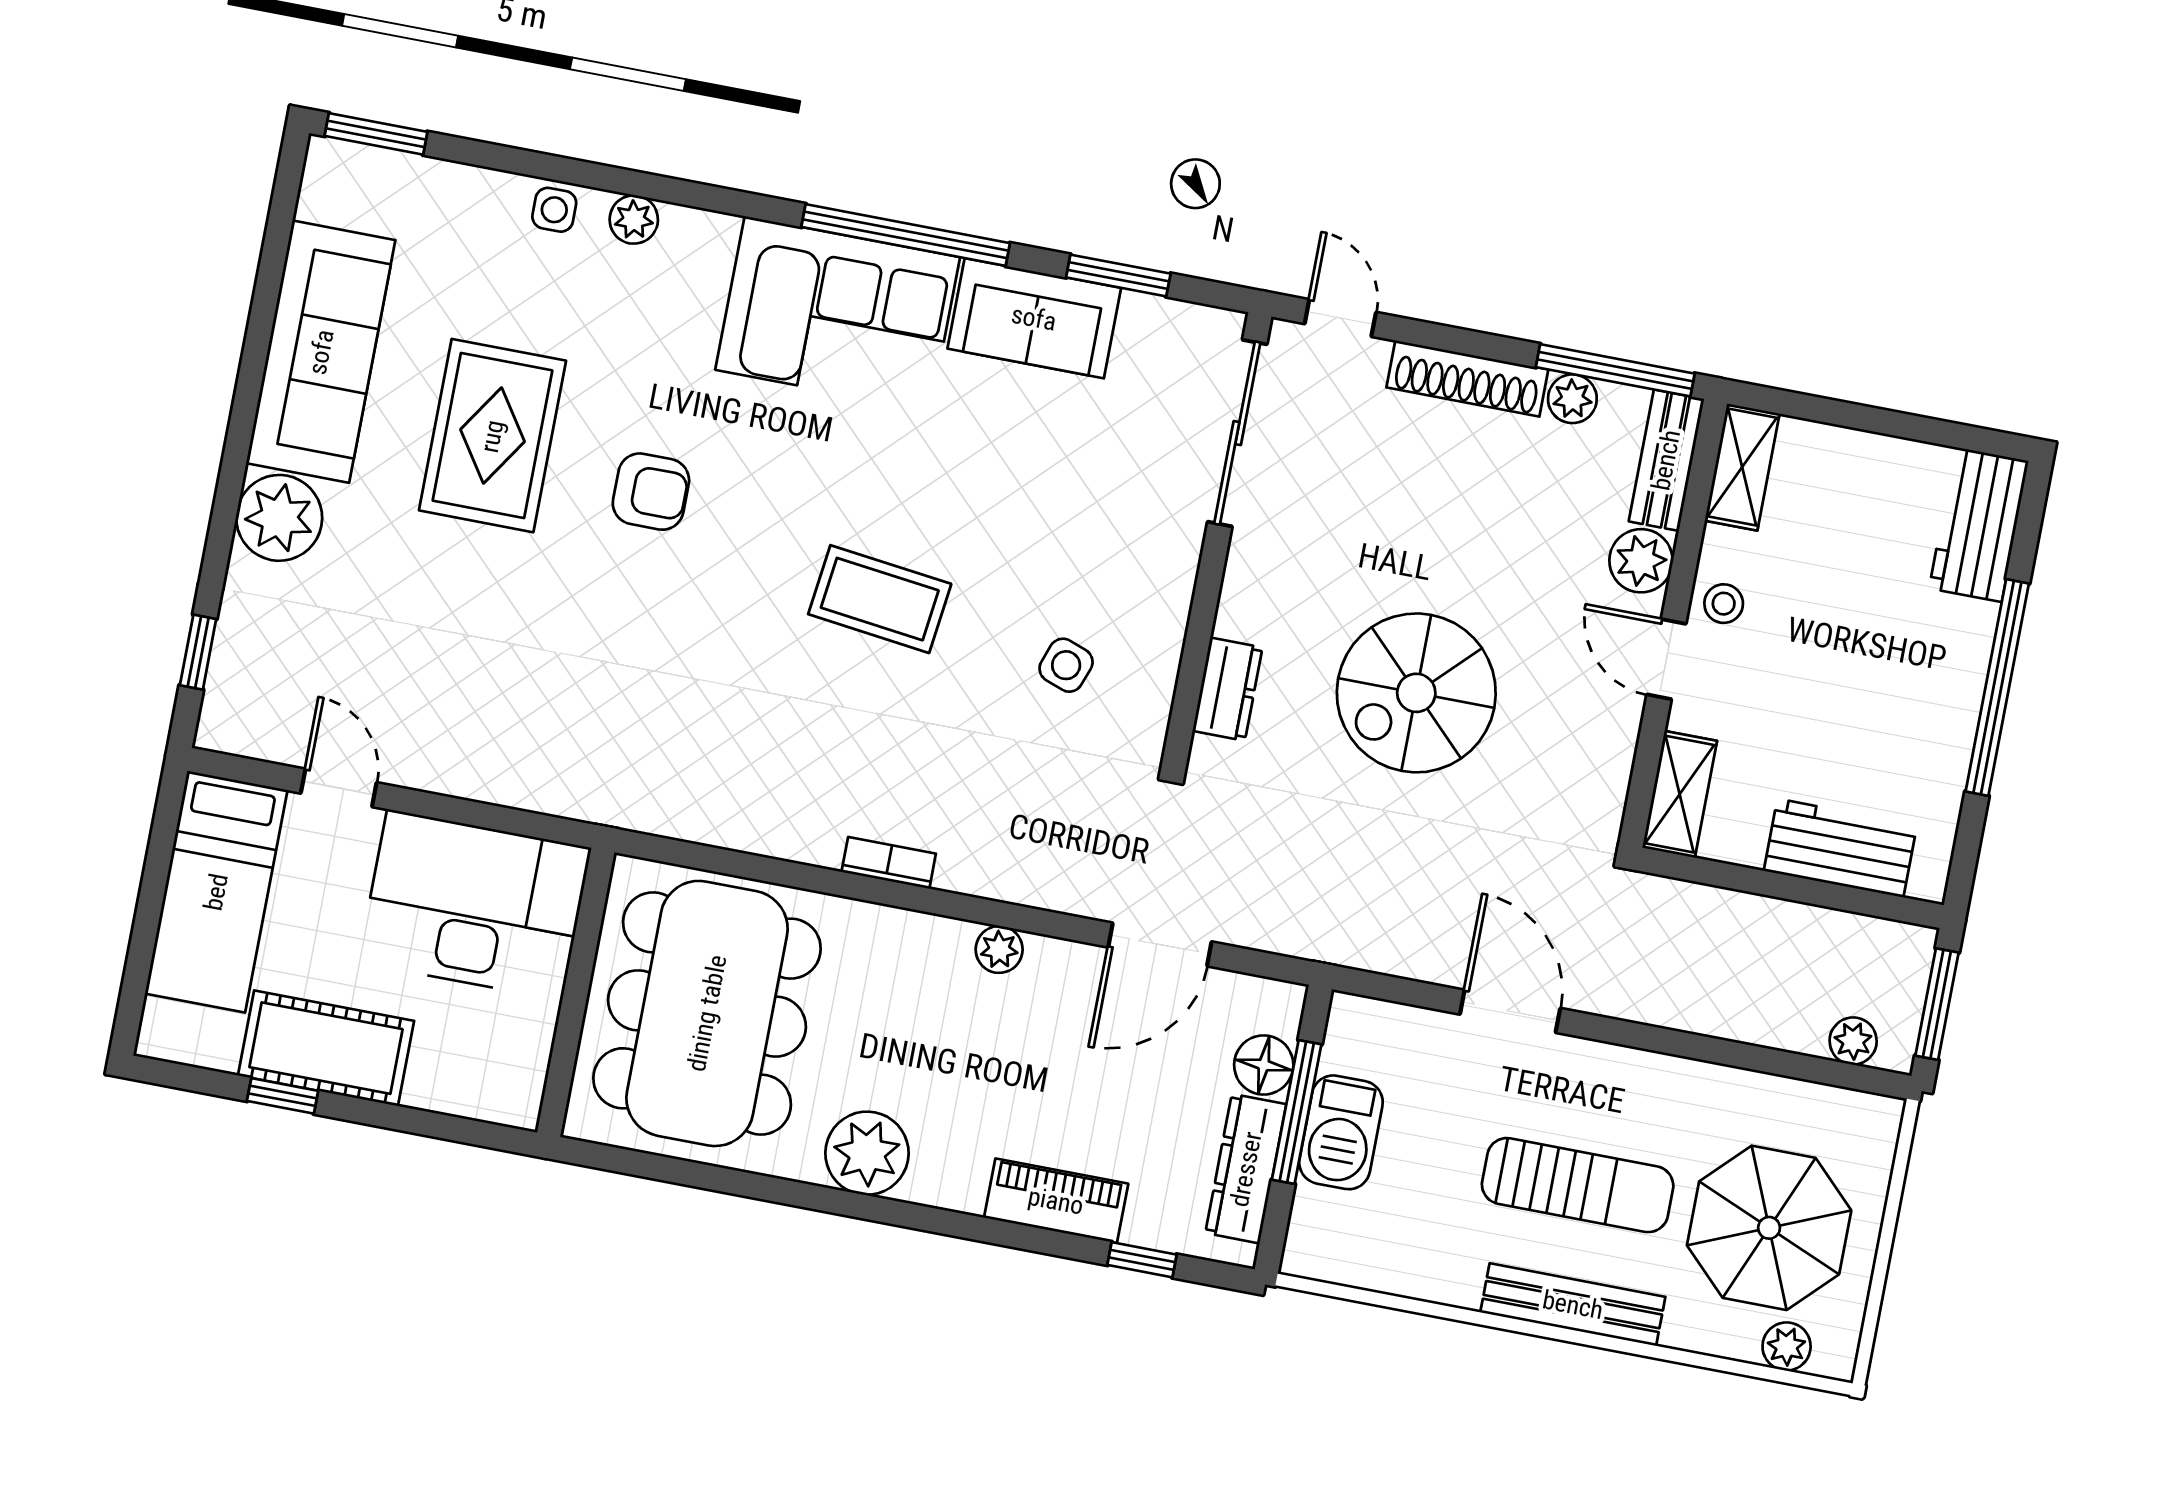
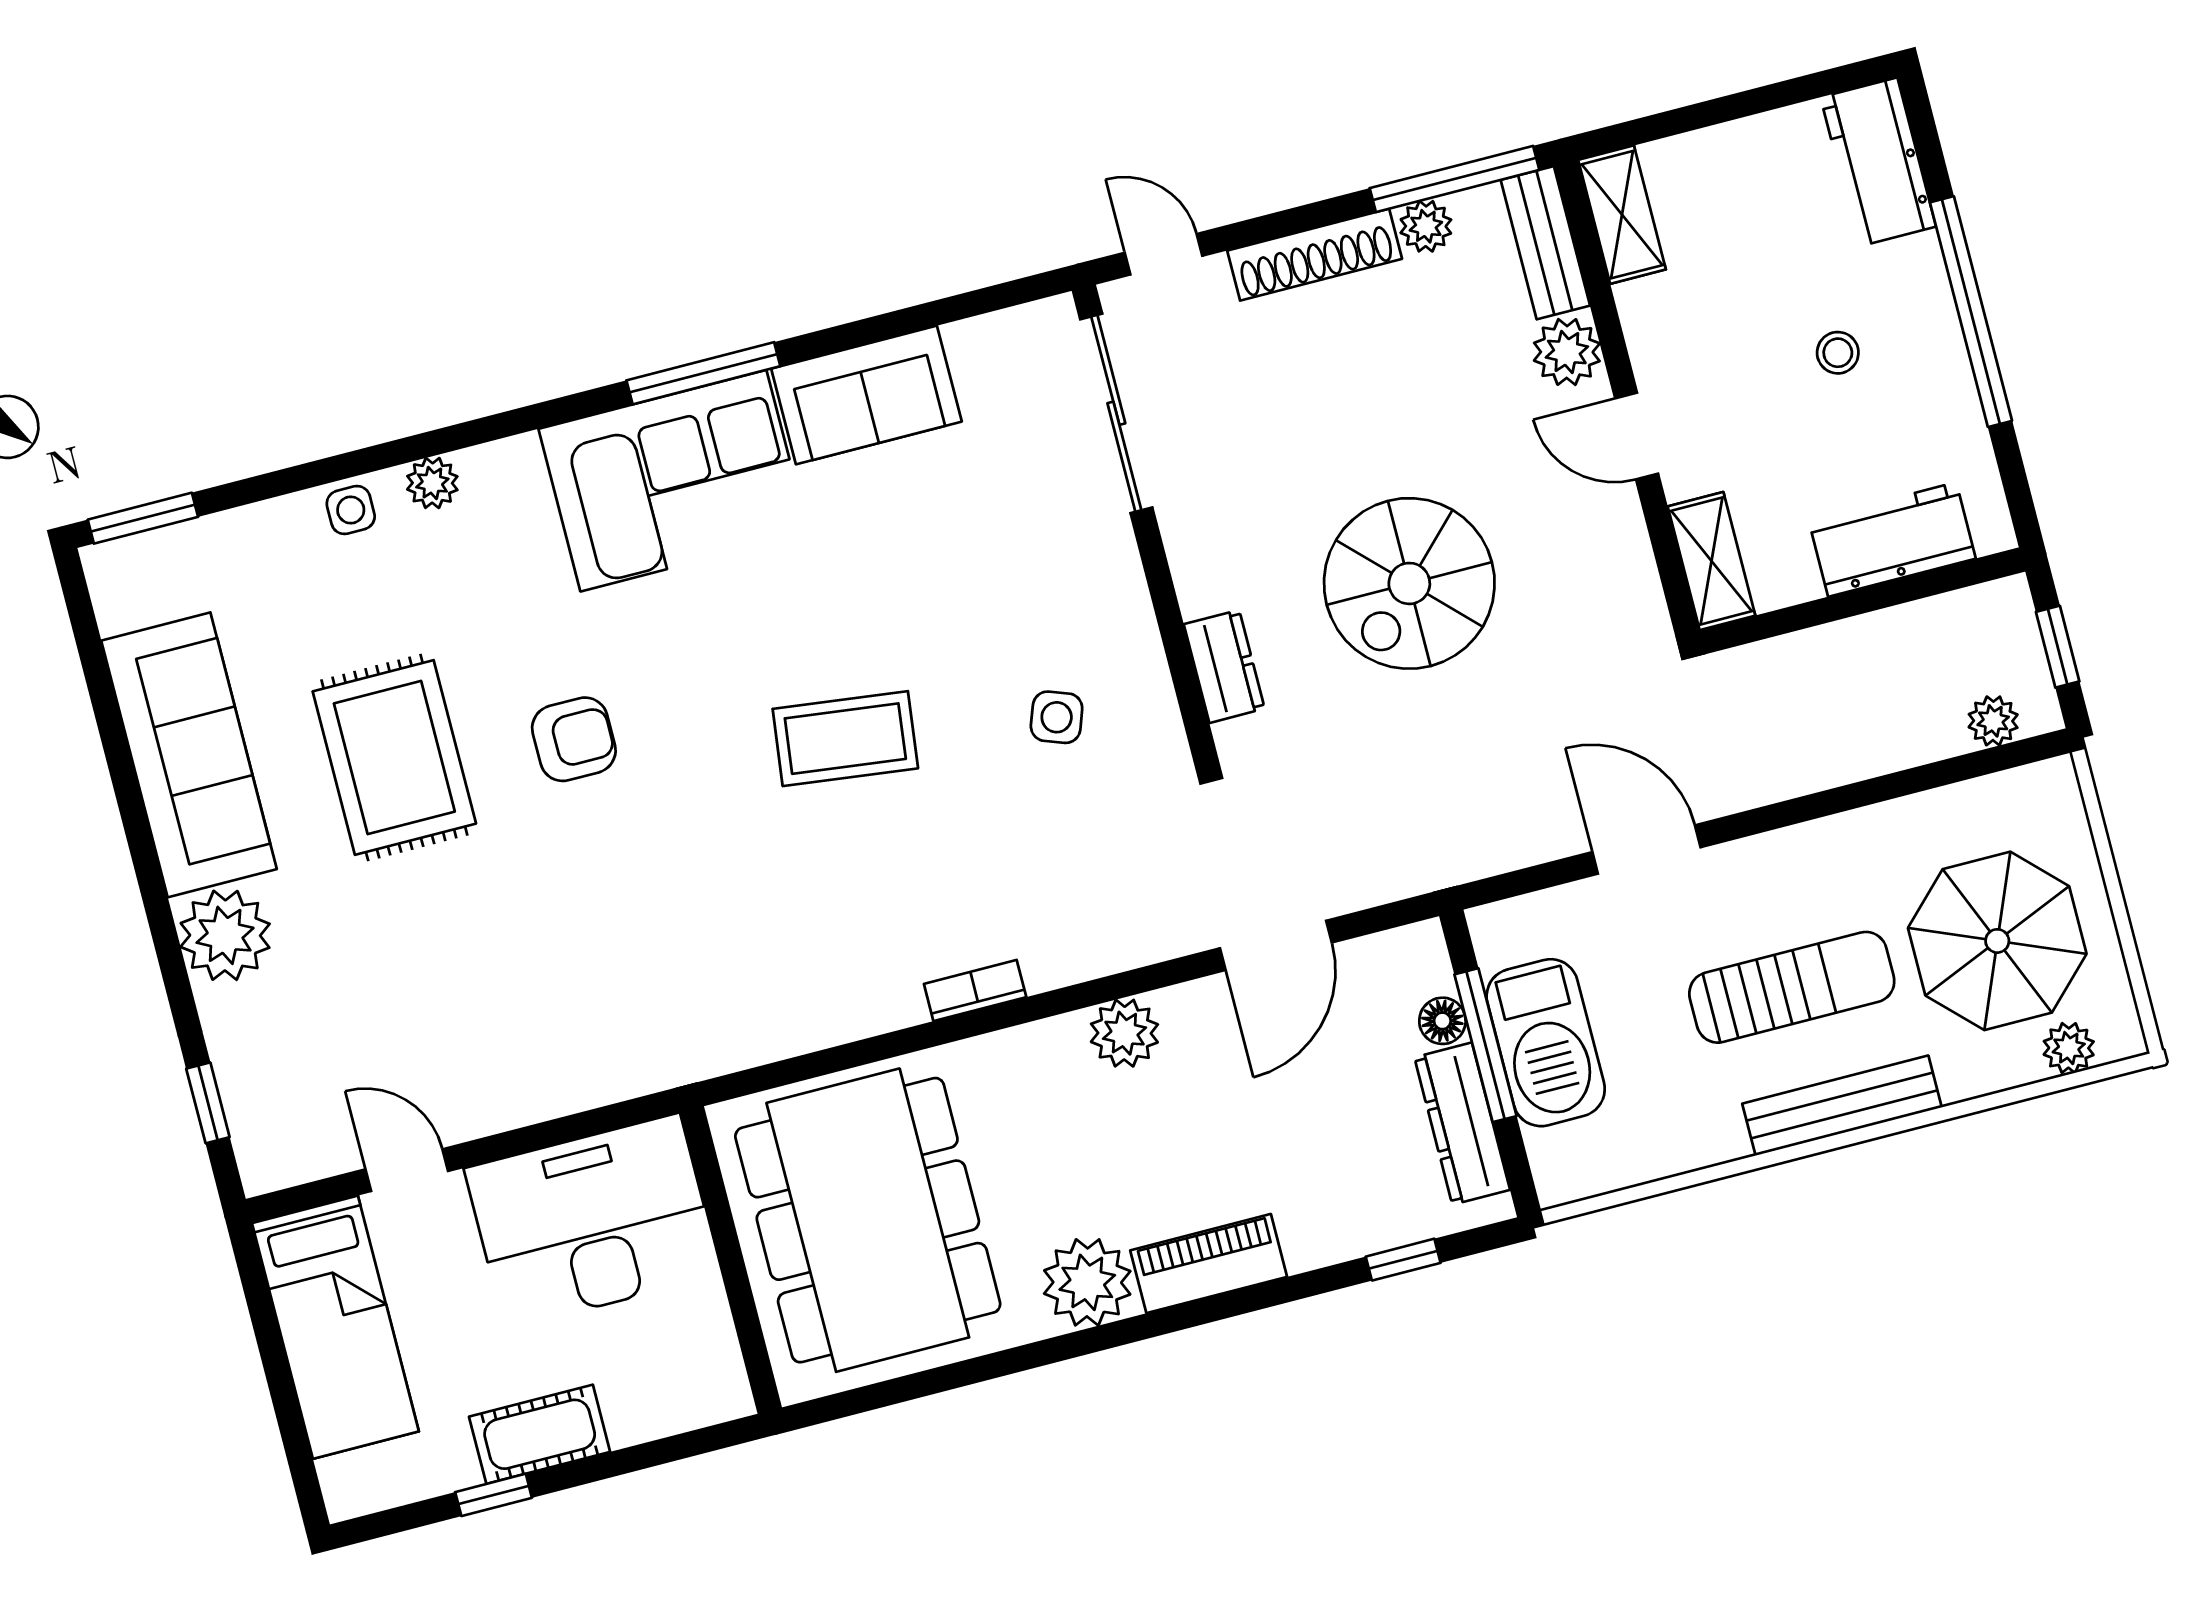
window: (906, 235) -> (703, 373), width x0.68
window: (1118, 276) -> (928, 315), removed
stool: (1724, 604) -> (1838, 353), moved
plant: (999, 949) -> (1124, 1033), width x1.38, depth x1.38
window: (1937, 1004) -> (2058, 647), width x0.67
cot: (326, 1048) -> (540, 1434), width x0.73, depth x0.75
floor lamp: (1264, 1065) -> (1442, 1021), width x0.73, depth x0.73
barbecue: (1341, 1132) -> (1546, 1043), width x1.37, depth x1.21
piano: (1056, 1201) -> (1209, 1264), moved

